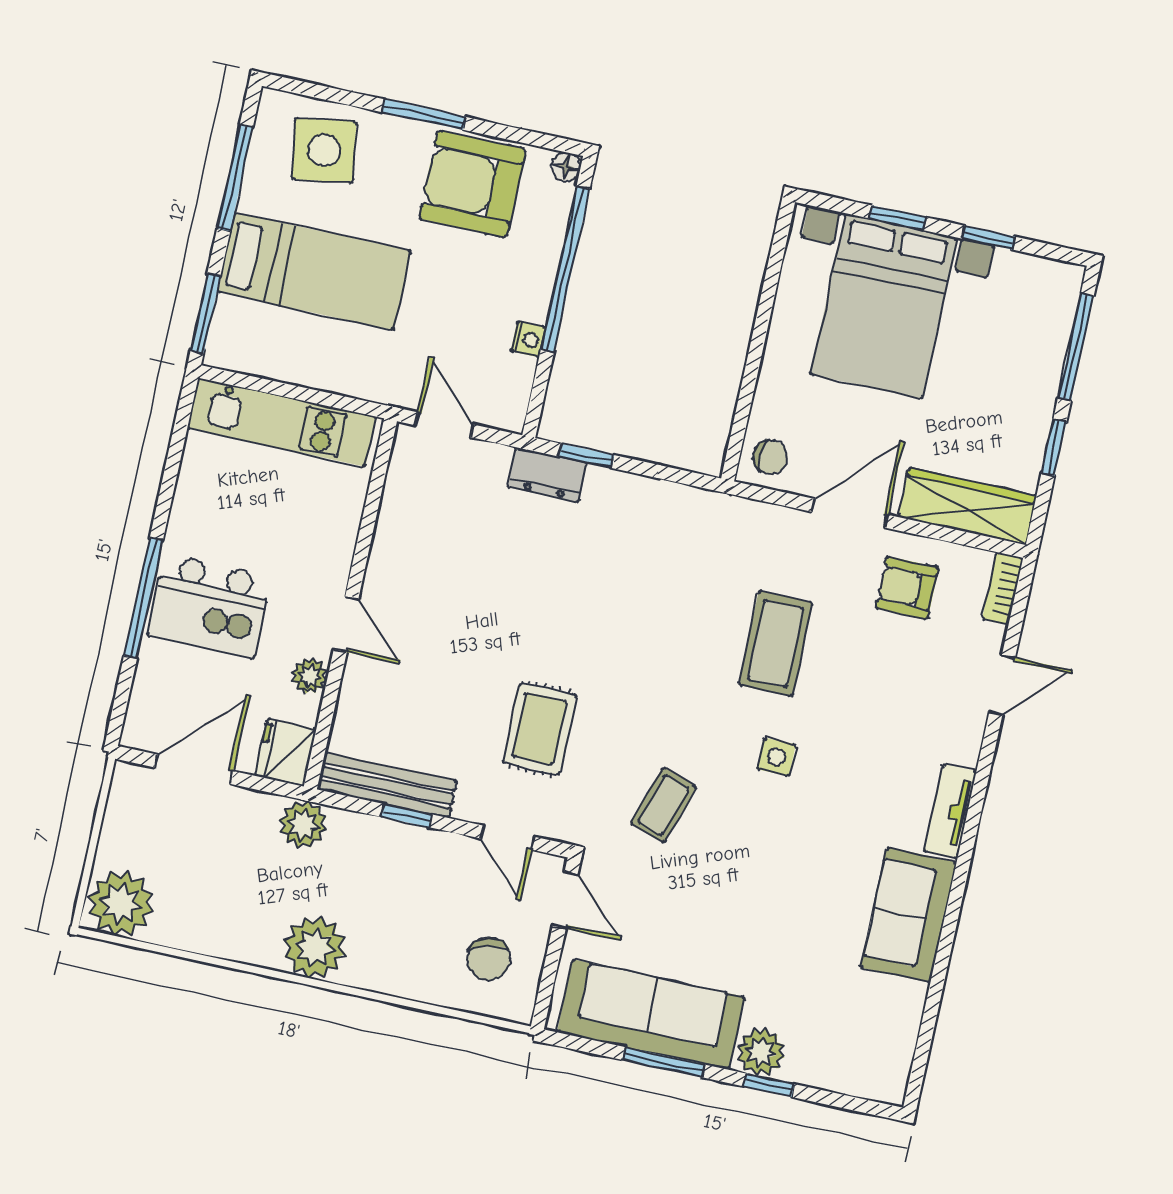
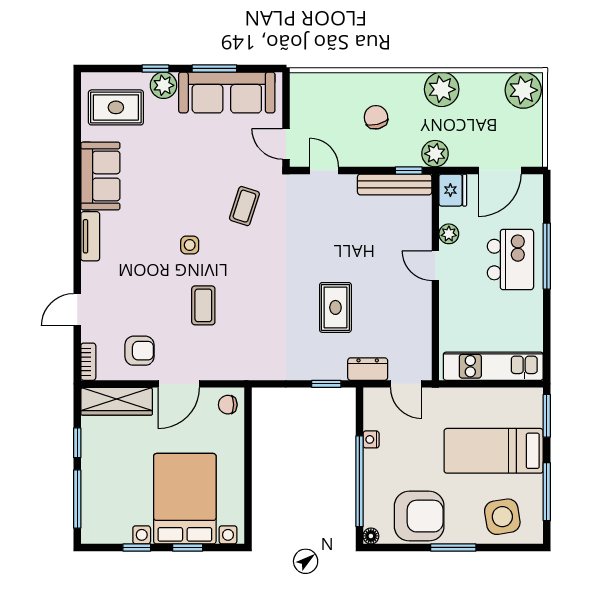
dresser: (547, 475) -> (368, 369), moved
kitchen island: (210, 606) -> (510, 260), turned 90
coffee table: (775, 644) -> (203, 305), width x0.73, depth x0.77
rug: (539, 729) -> (335, 307), moved
window: (407, 816) -> (409, 170), moved
plant: (315, 947) -> (442, 89), moved
chair: (489, 959) -> (376, 117), moved
rug: (854, 1031) -> (116, 107), added

